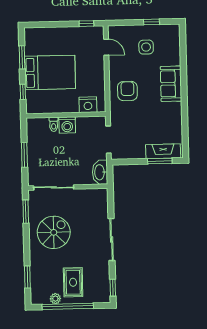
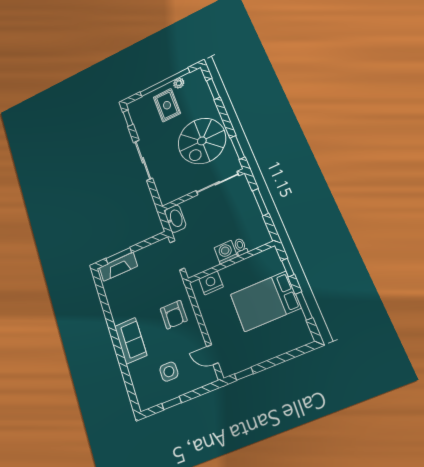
spiral stairs: (54, 232) -> (202, 141), width x1.37, depth x1.37

